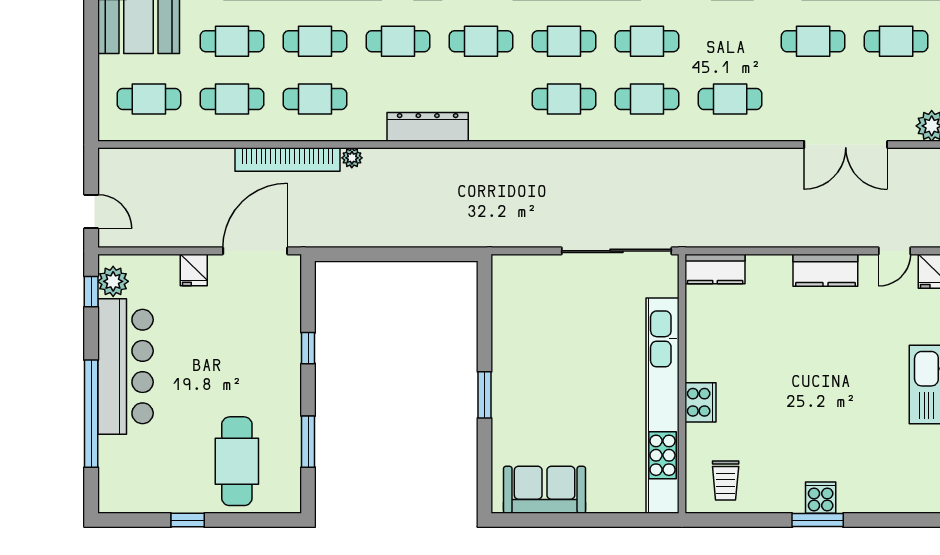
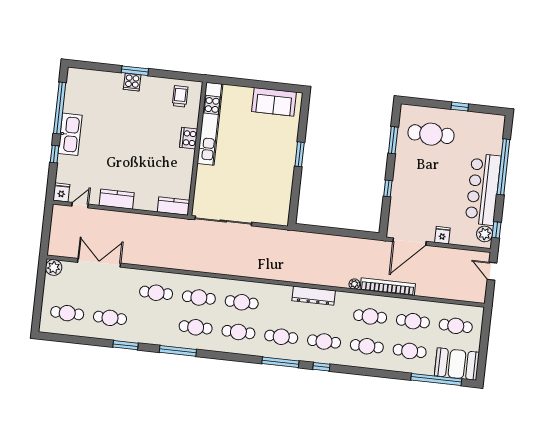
kitchen unit: (662, 406) -> (210, 124), width x0.73
cafe table: (237, 461) -> (431, 134), turned 90

